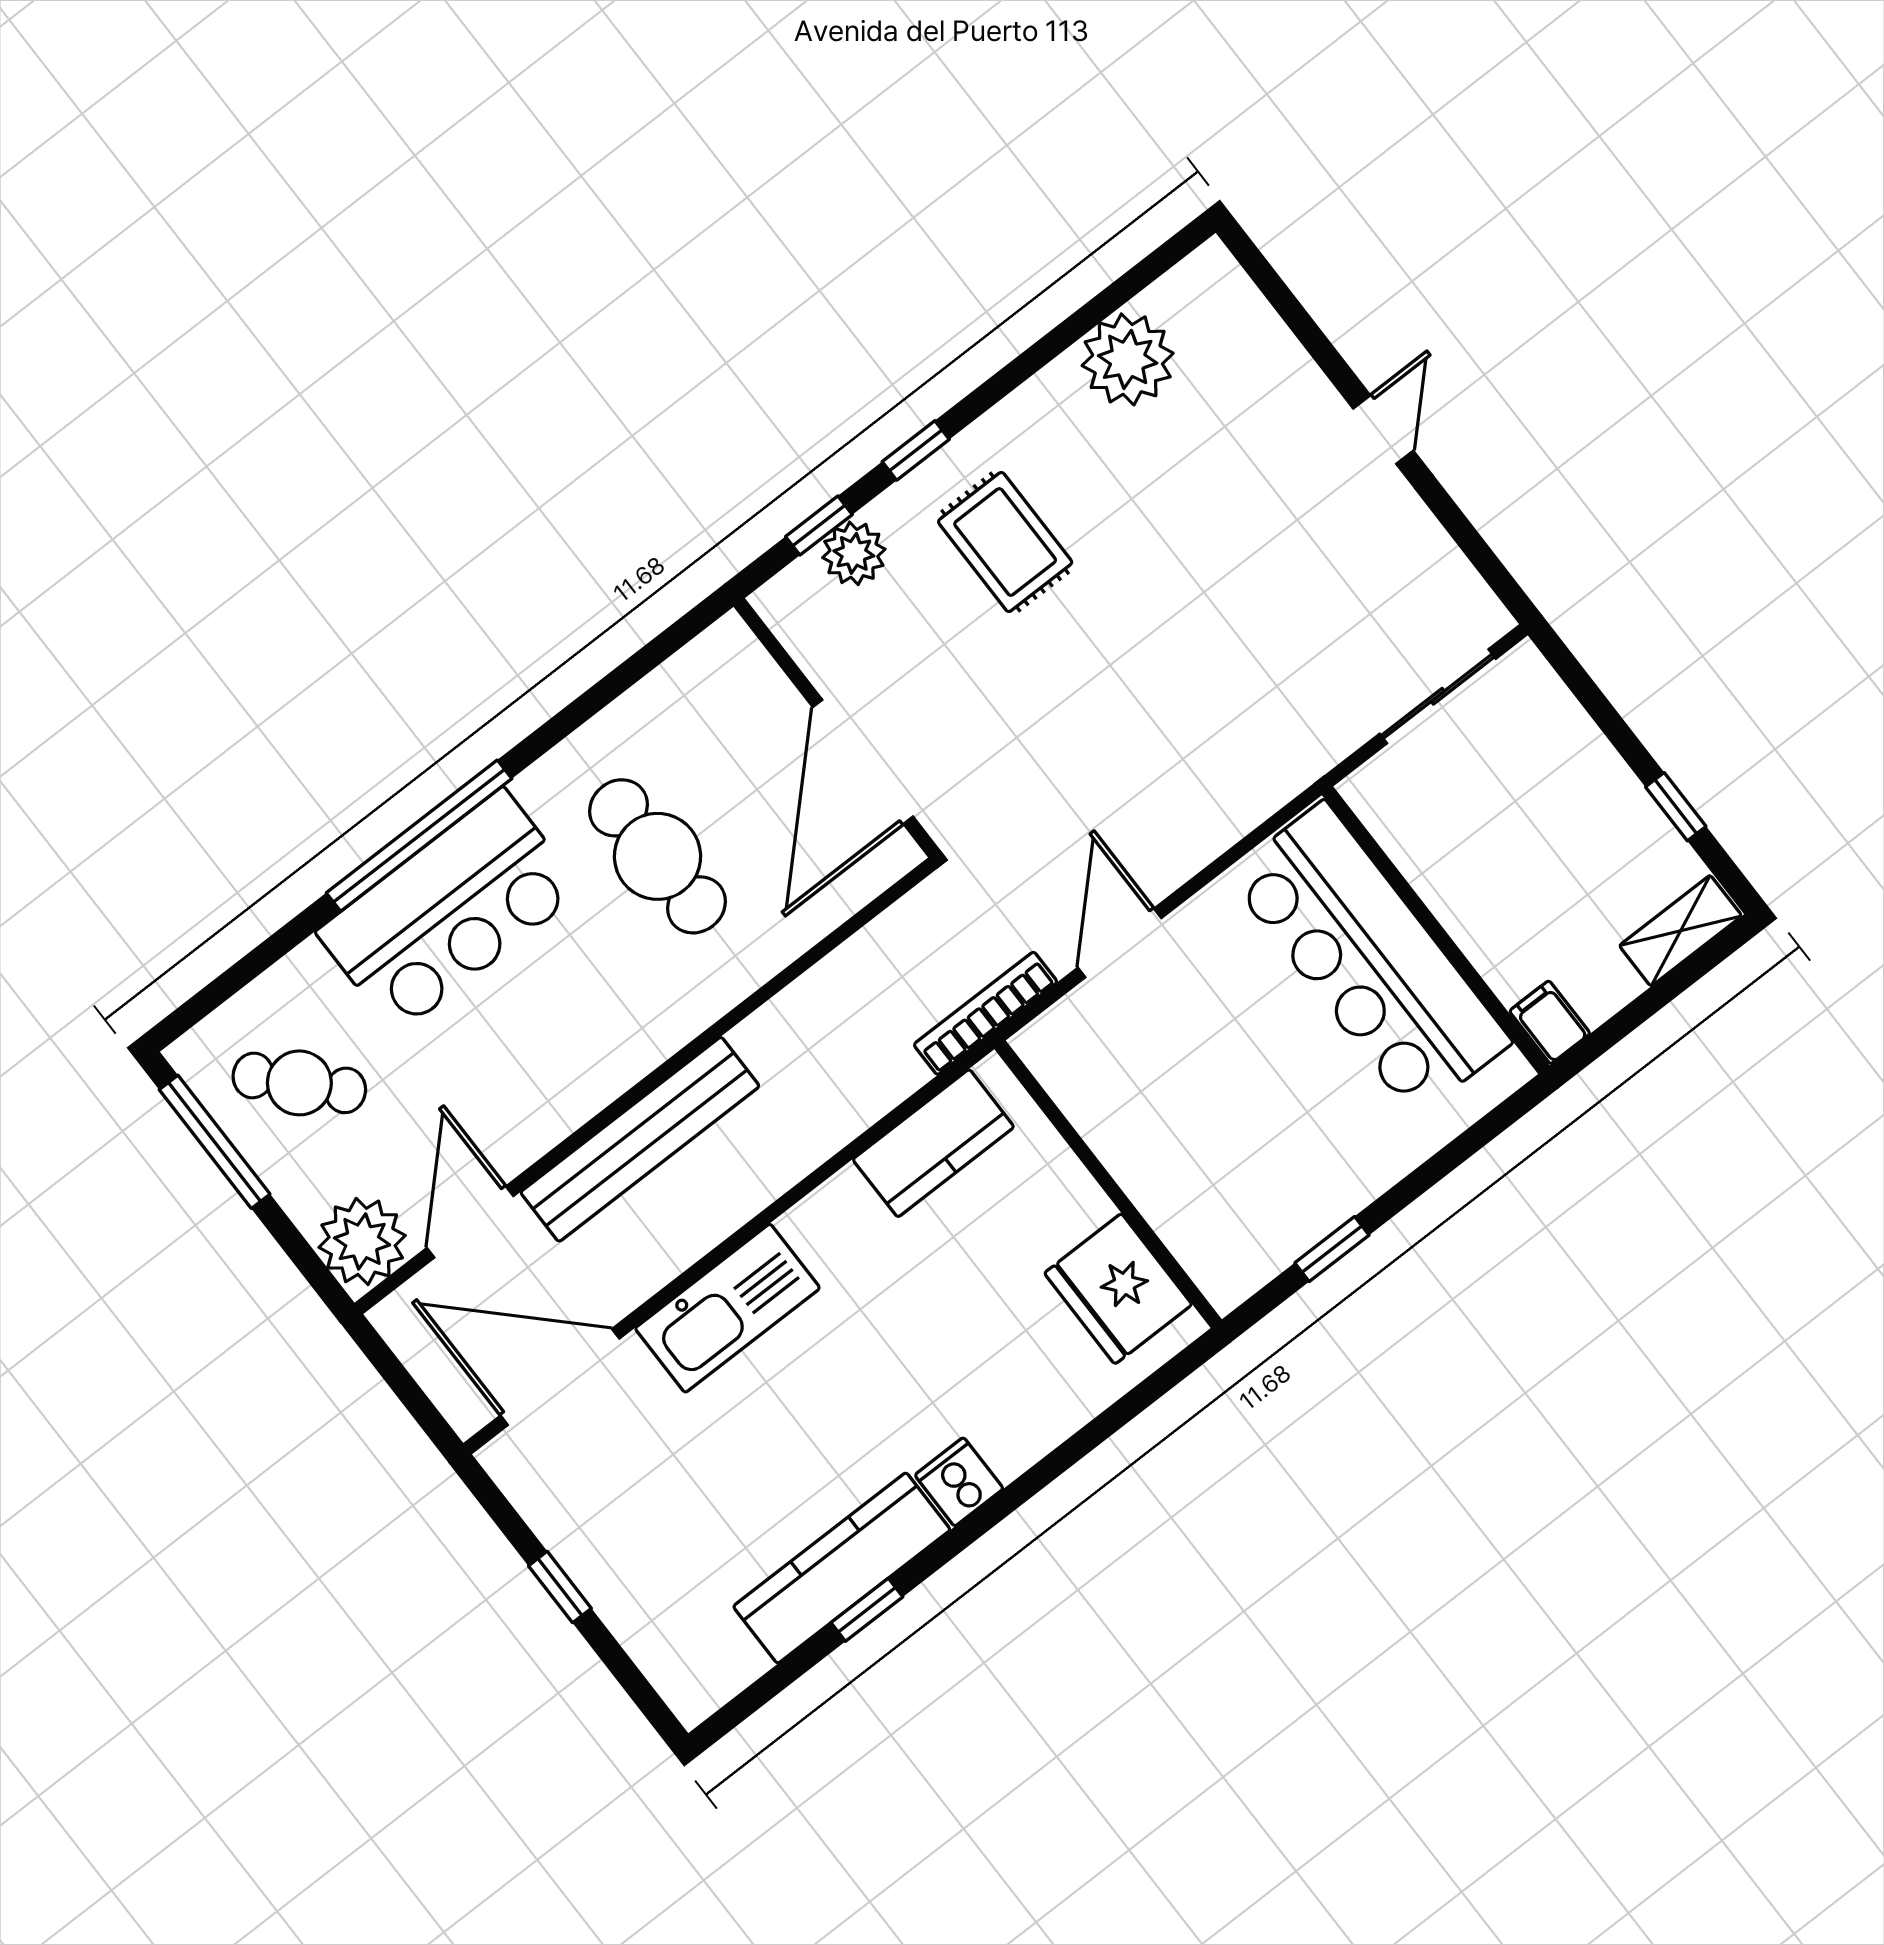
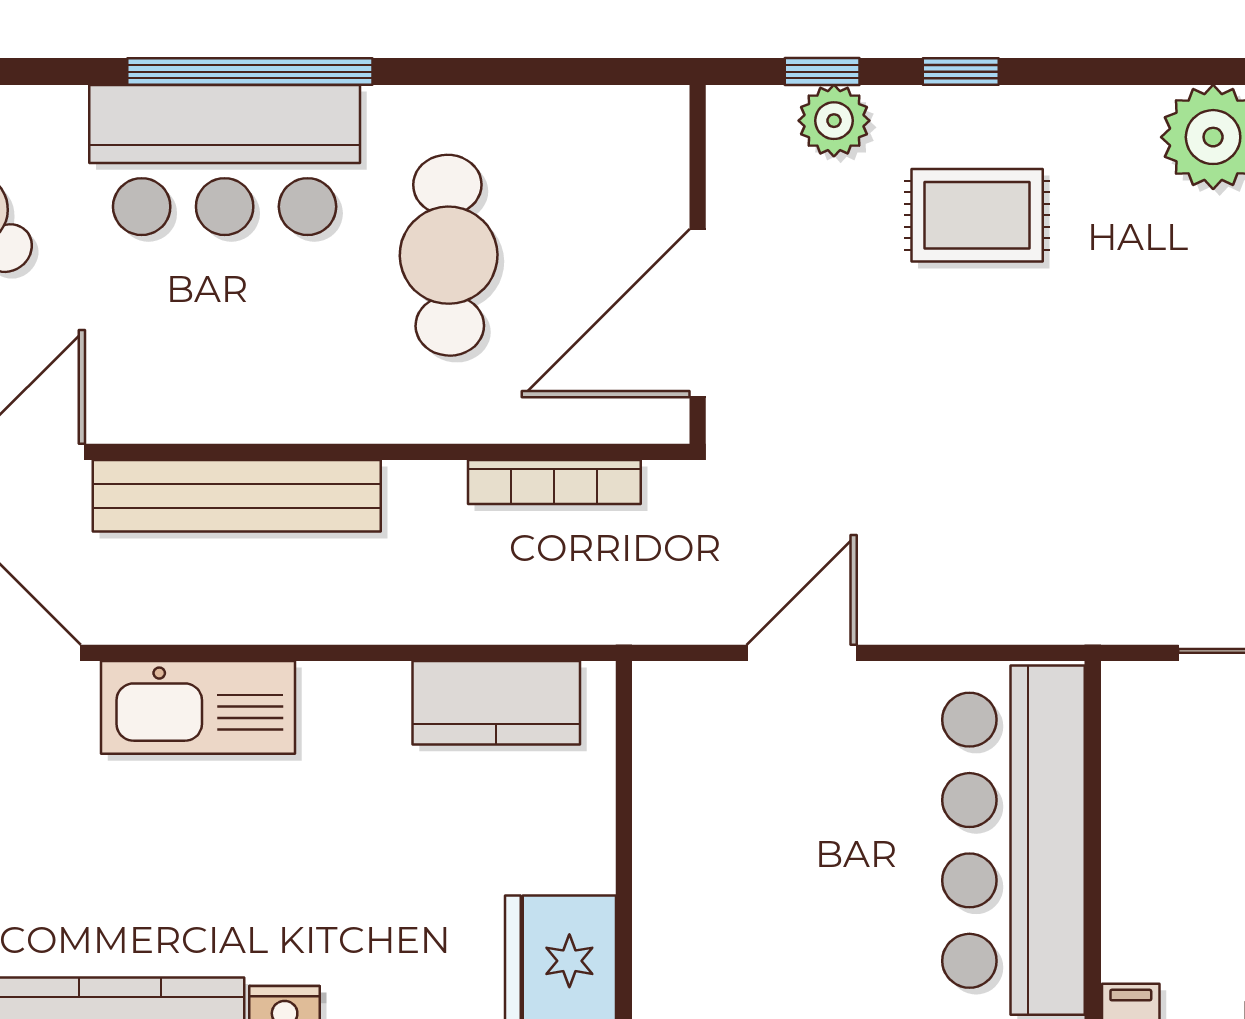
rug: (1005, 542) -> (977, 215), turned 90
bookcase: (986, 1013) -> (554, 482), moved, turned 180

